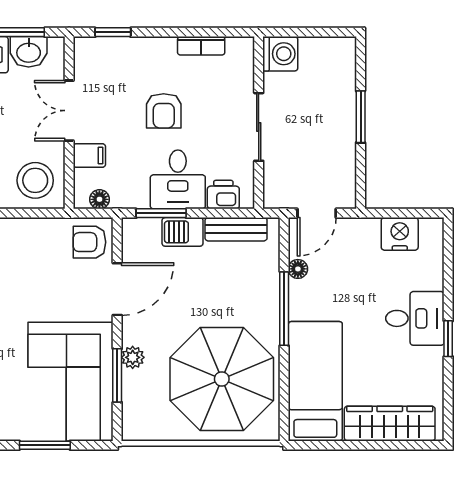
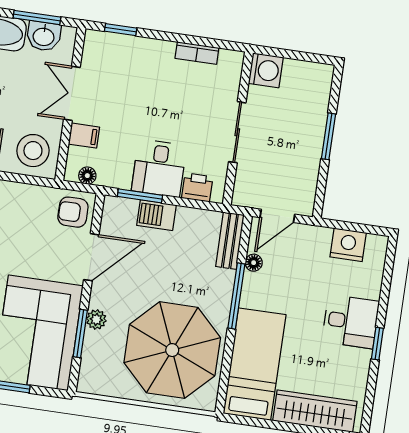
armchair: (164, 111) -> (155, 106), removed
bench: (236, 229) -> (230, 241), moved, turned 90

